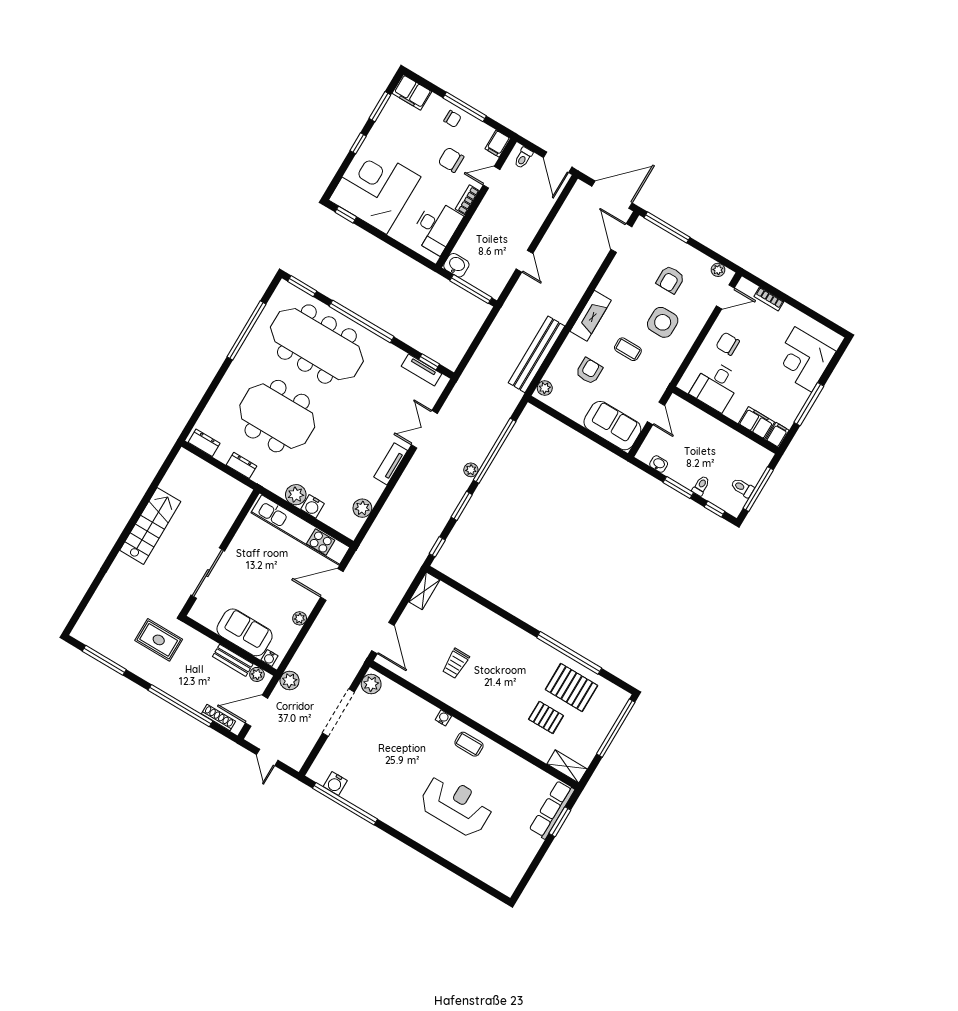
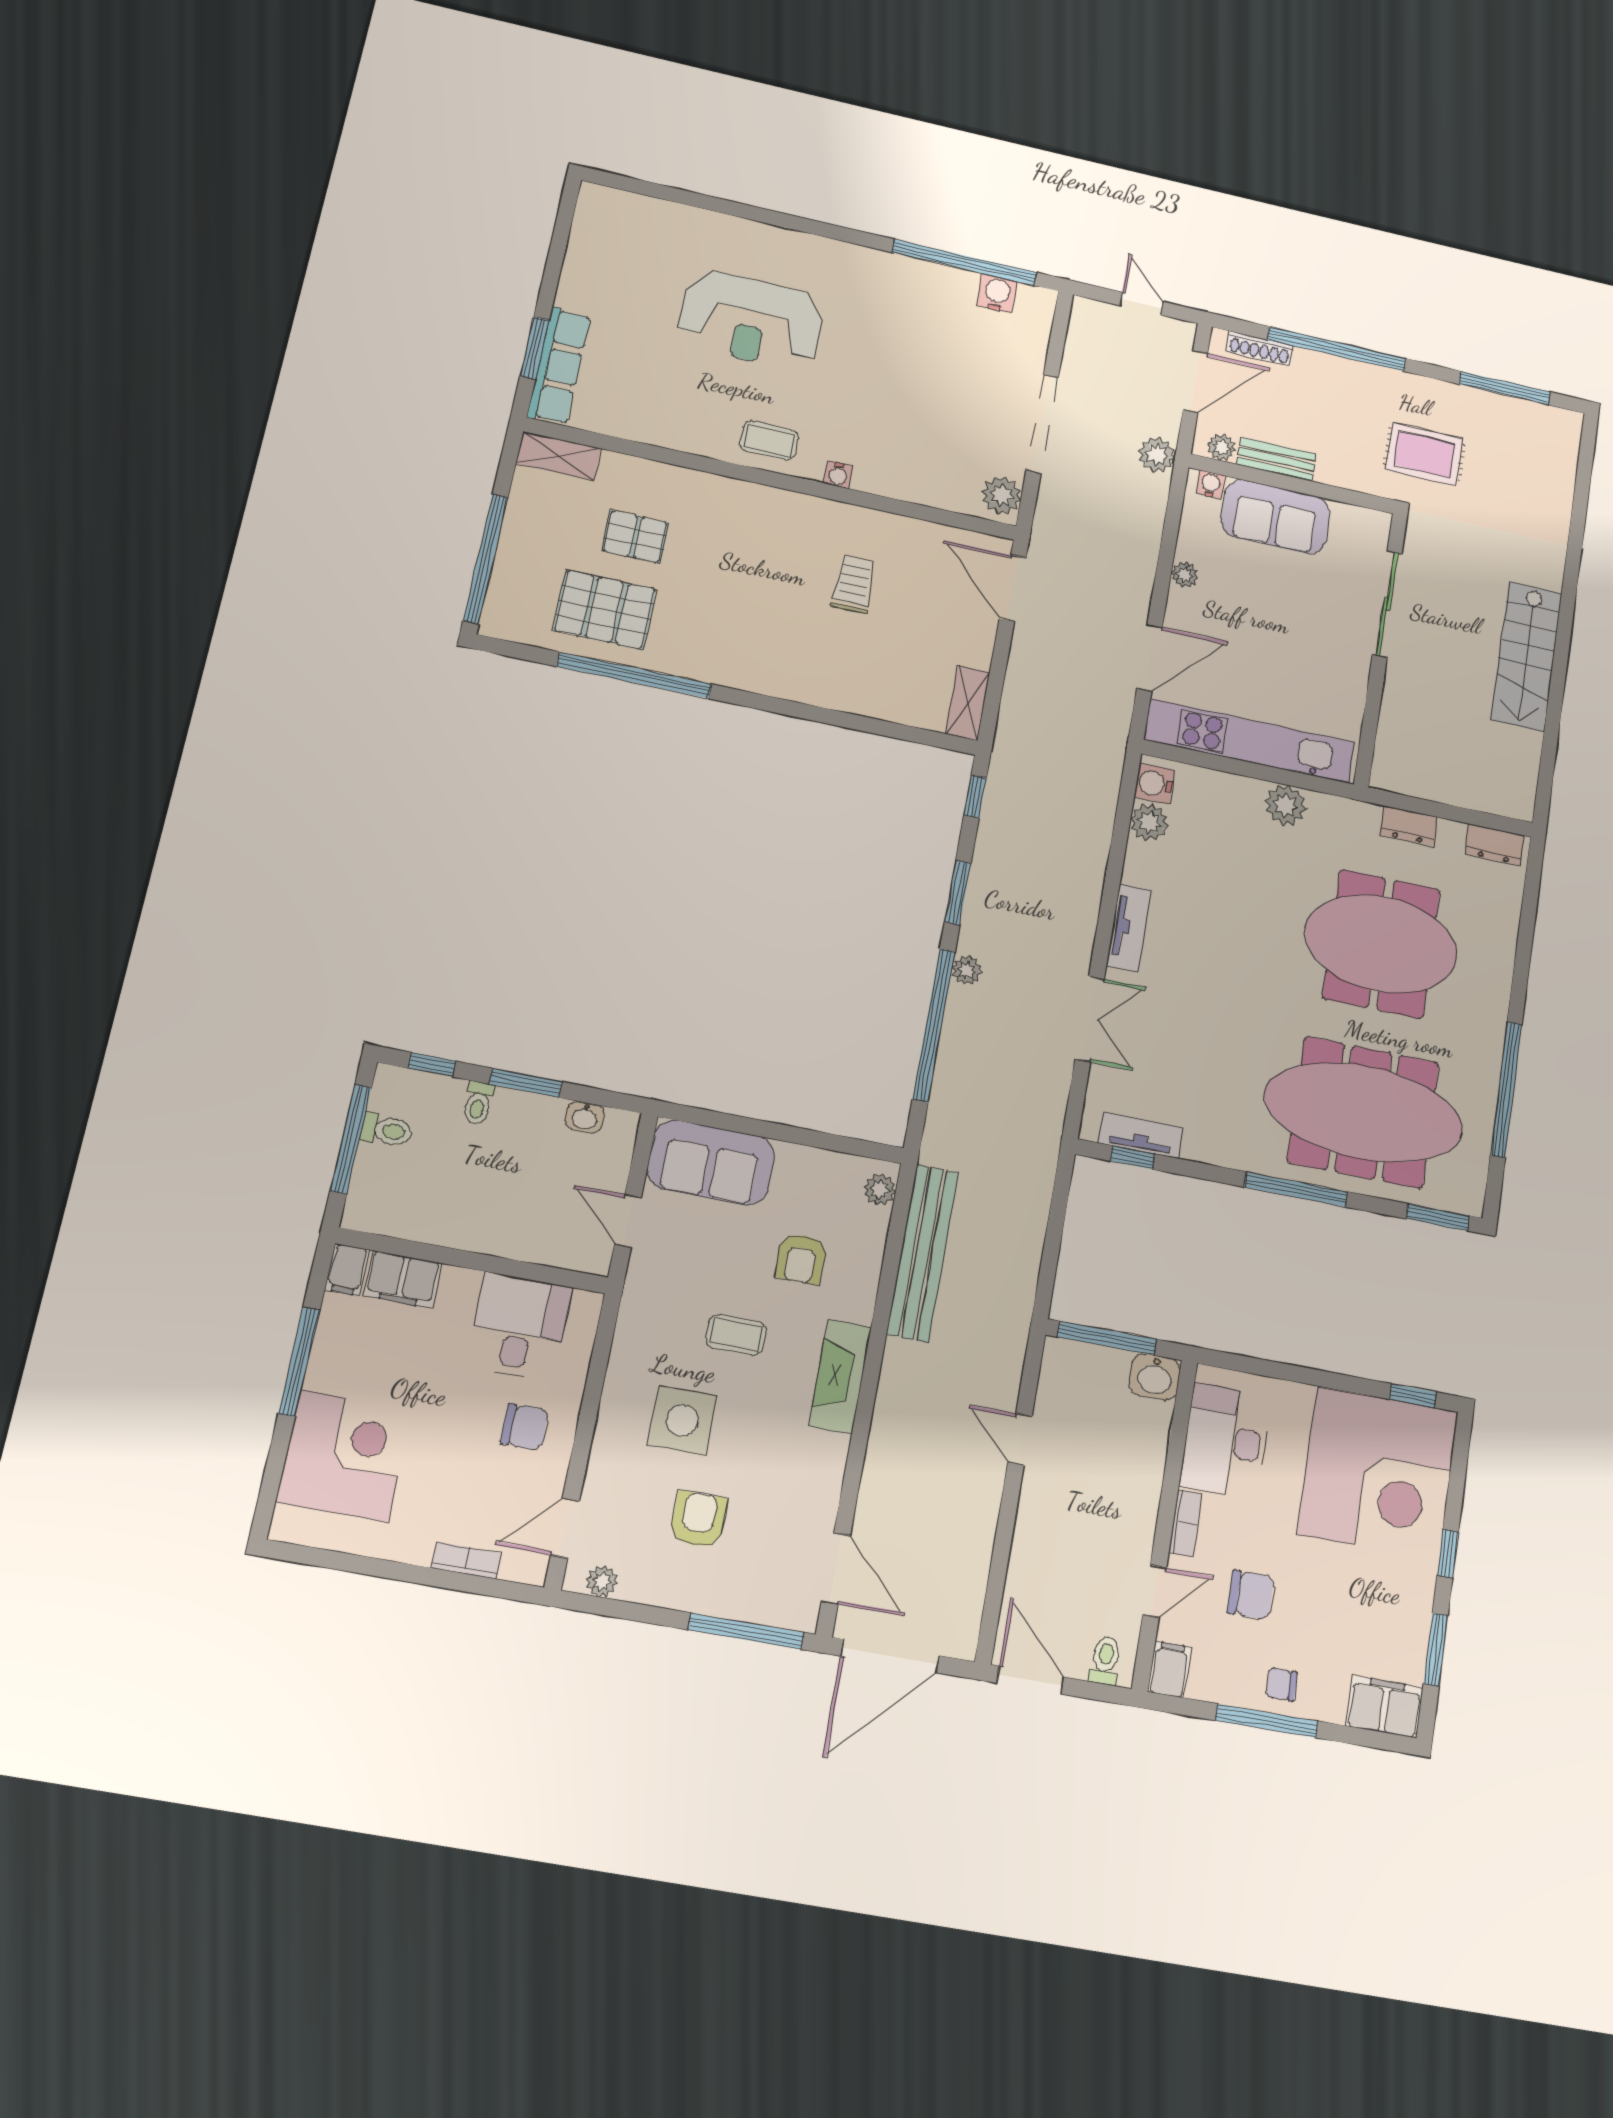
window: (361, 321) -> (1296, 1190), width x0.68
water cooler: (312, 506) -> (1154, 784), moved, turned -90

